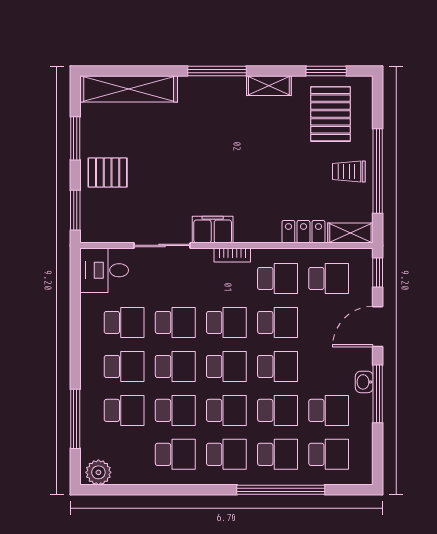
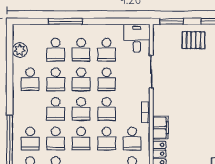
pallet: (108, 172) -> (193, 40), turned 90
filing cabinet: (213, 230) -> (160, 128), moved
window: (75, 419) -> (65, 21), moved
school desk: (226, 454) -> (30, 109), removed
plant: (98, 472) -> (20, 50), moved

